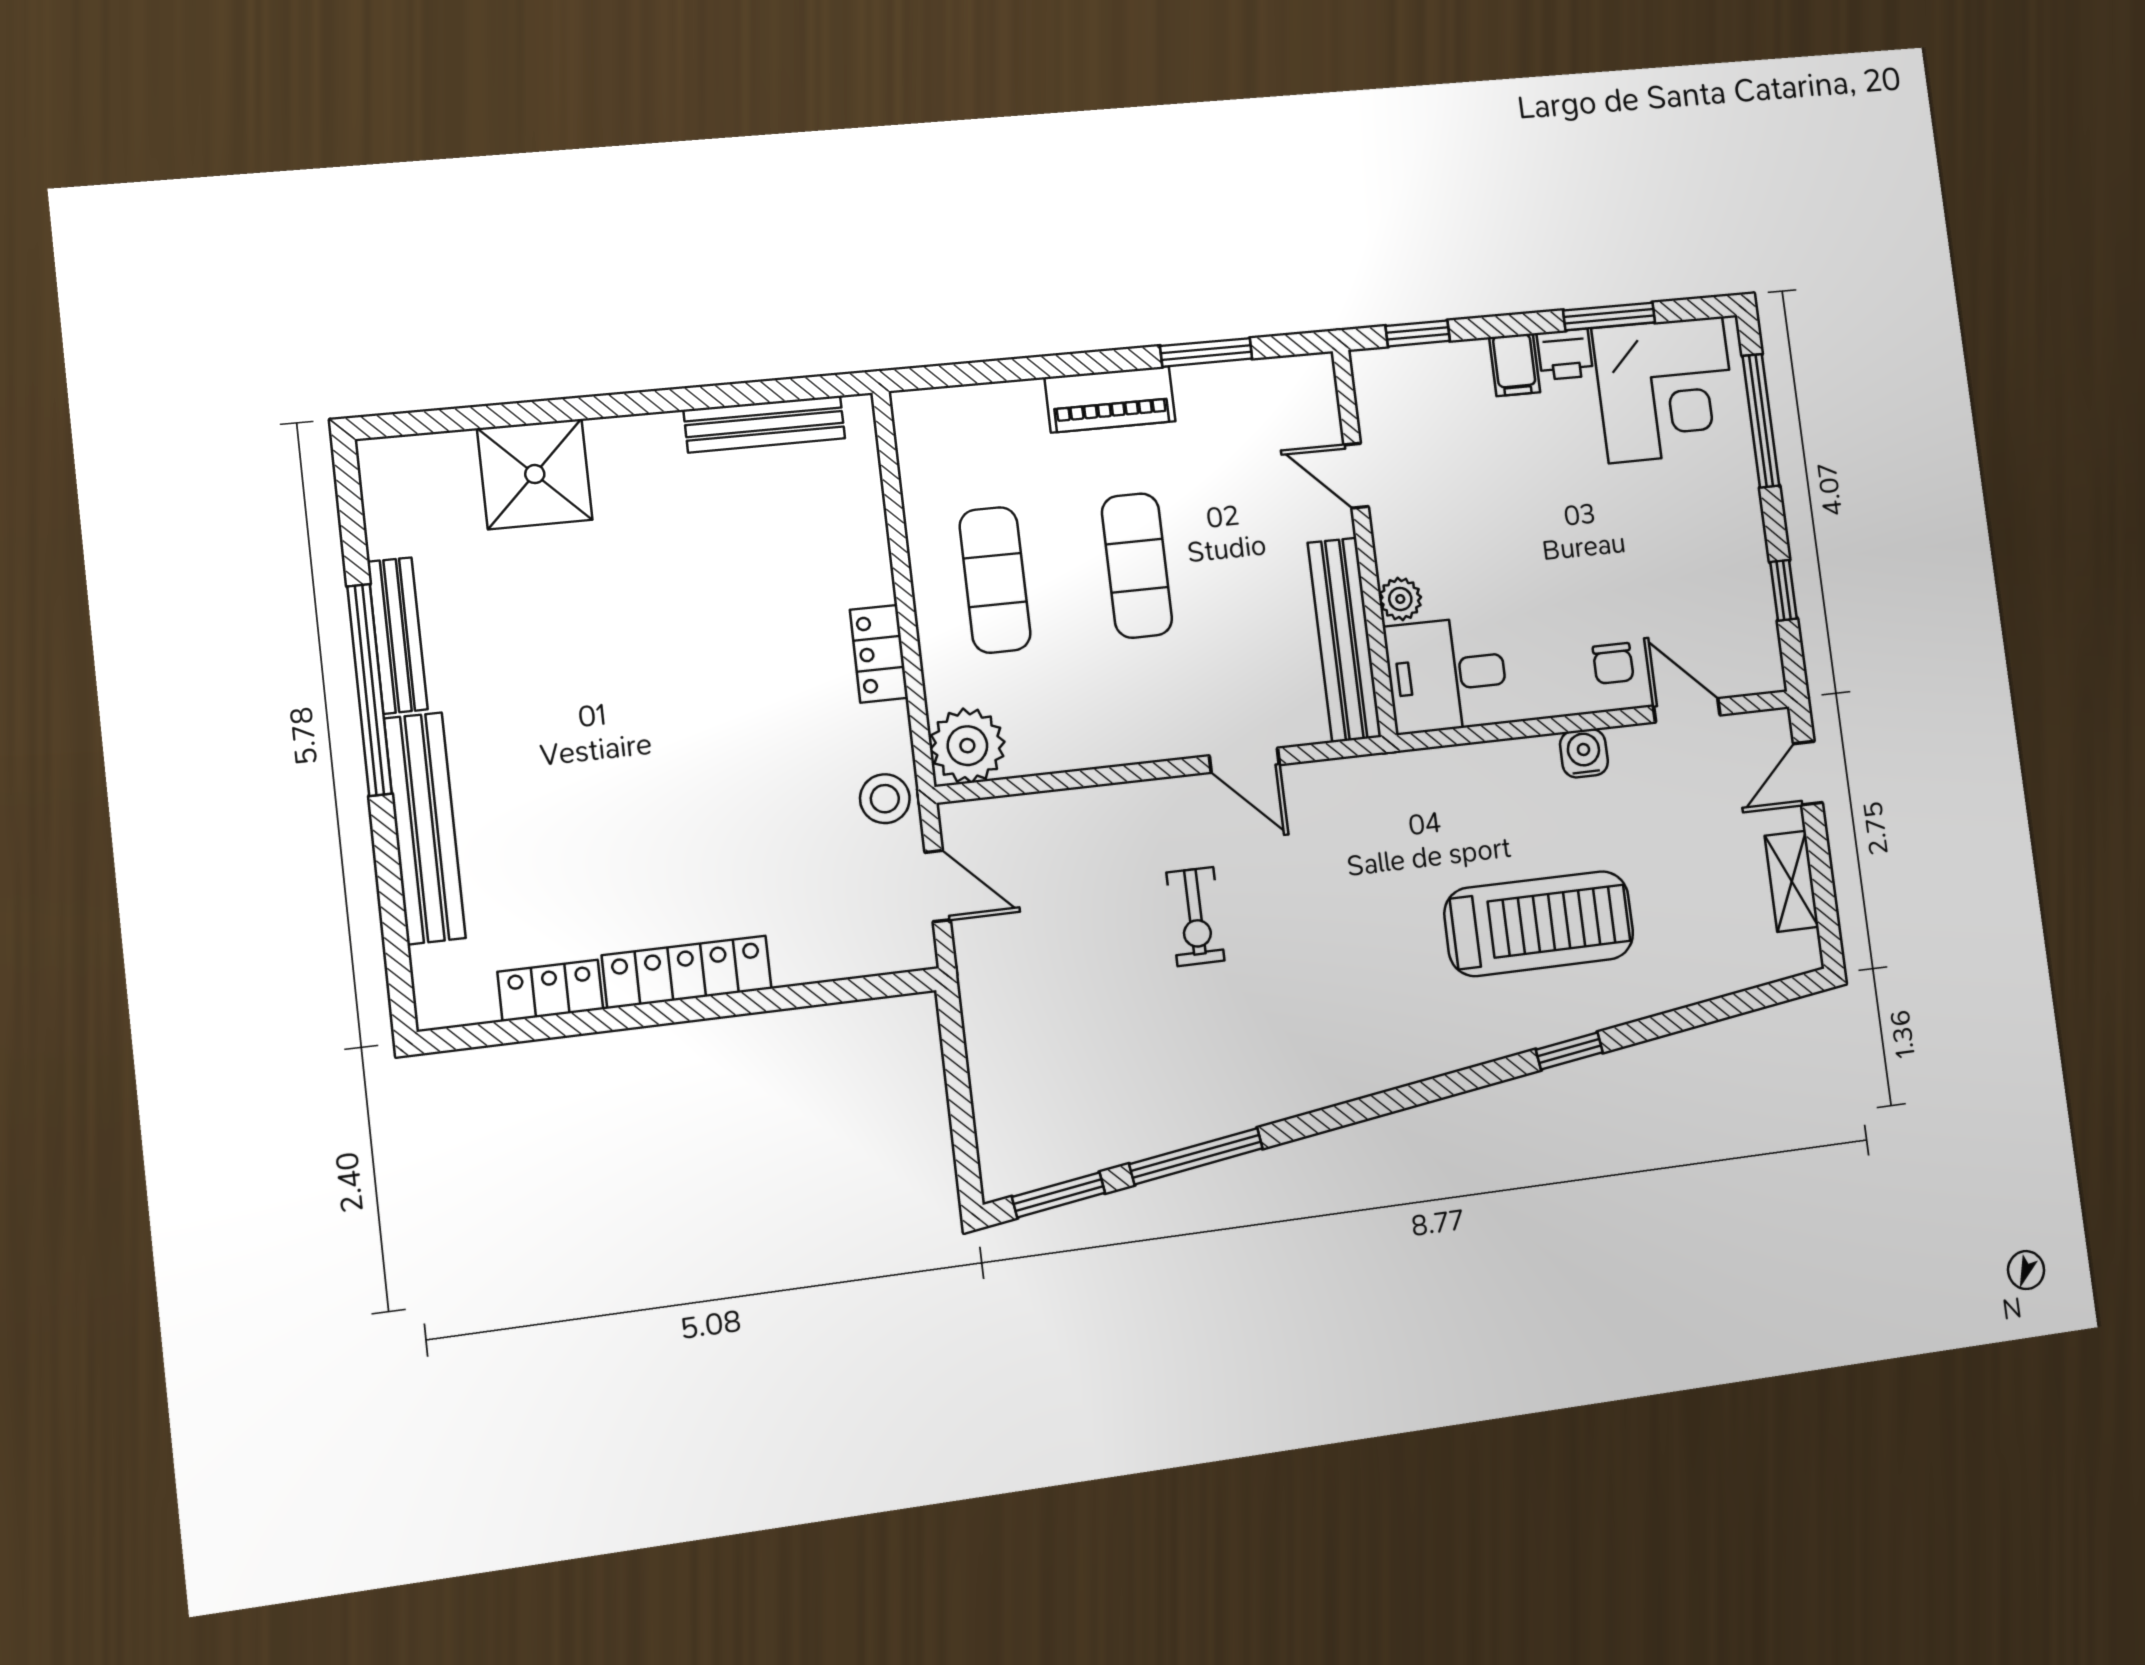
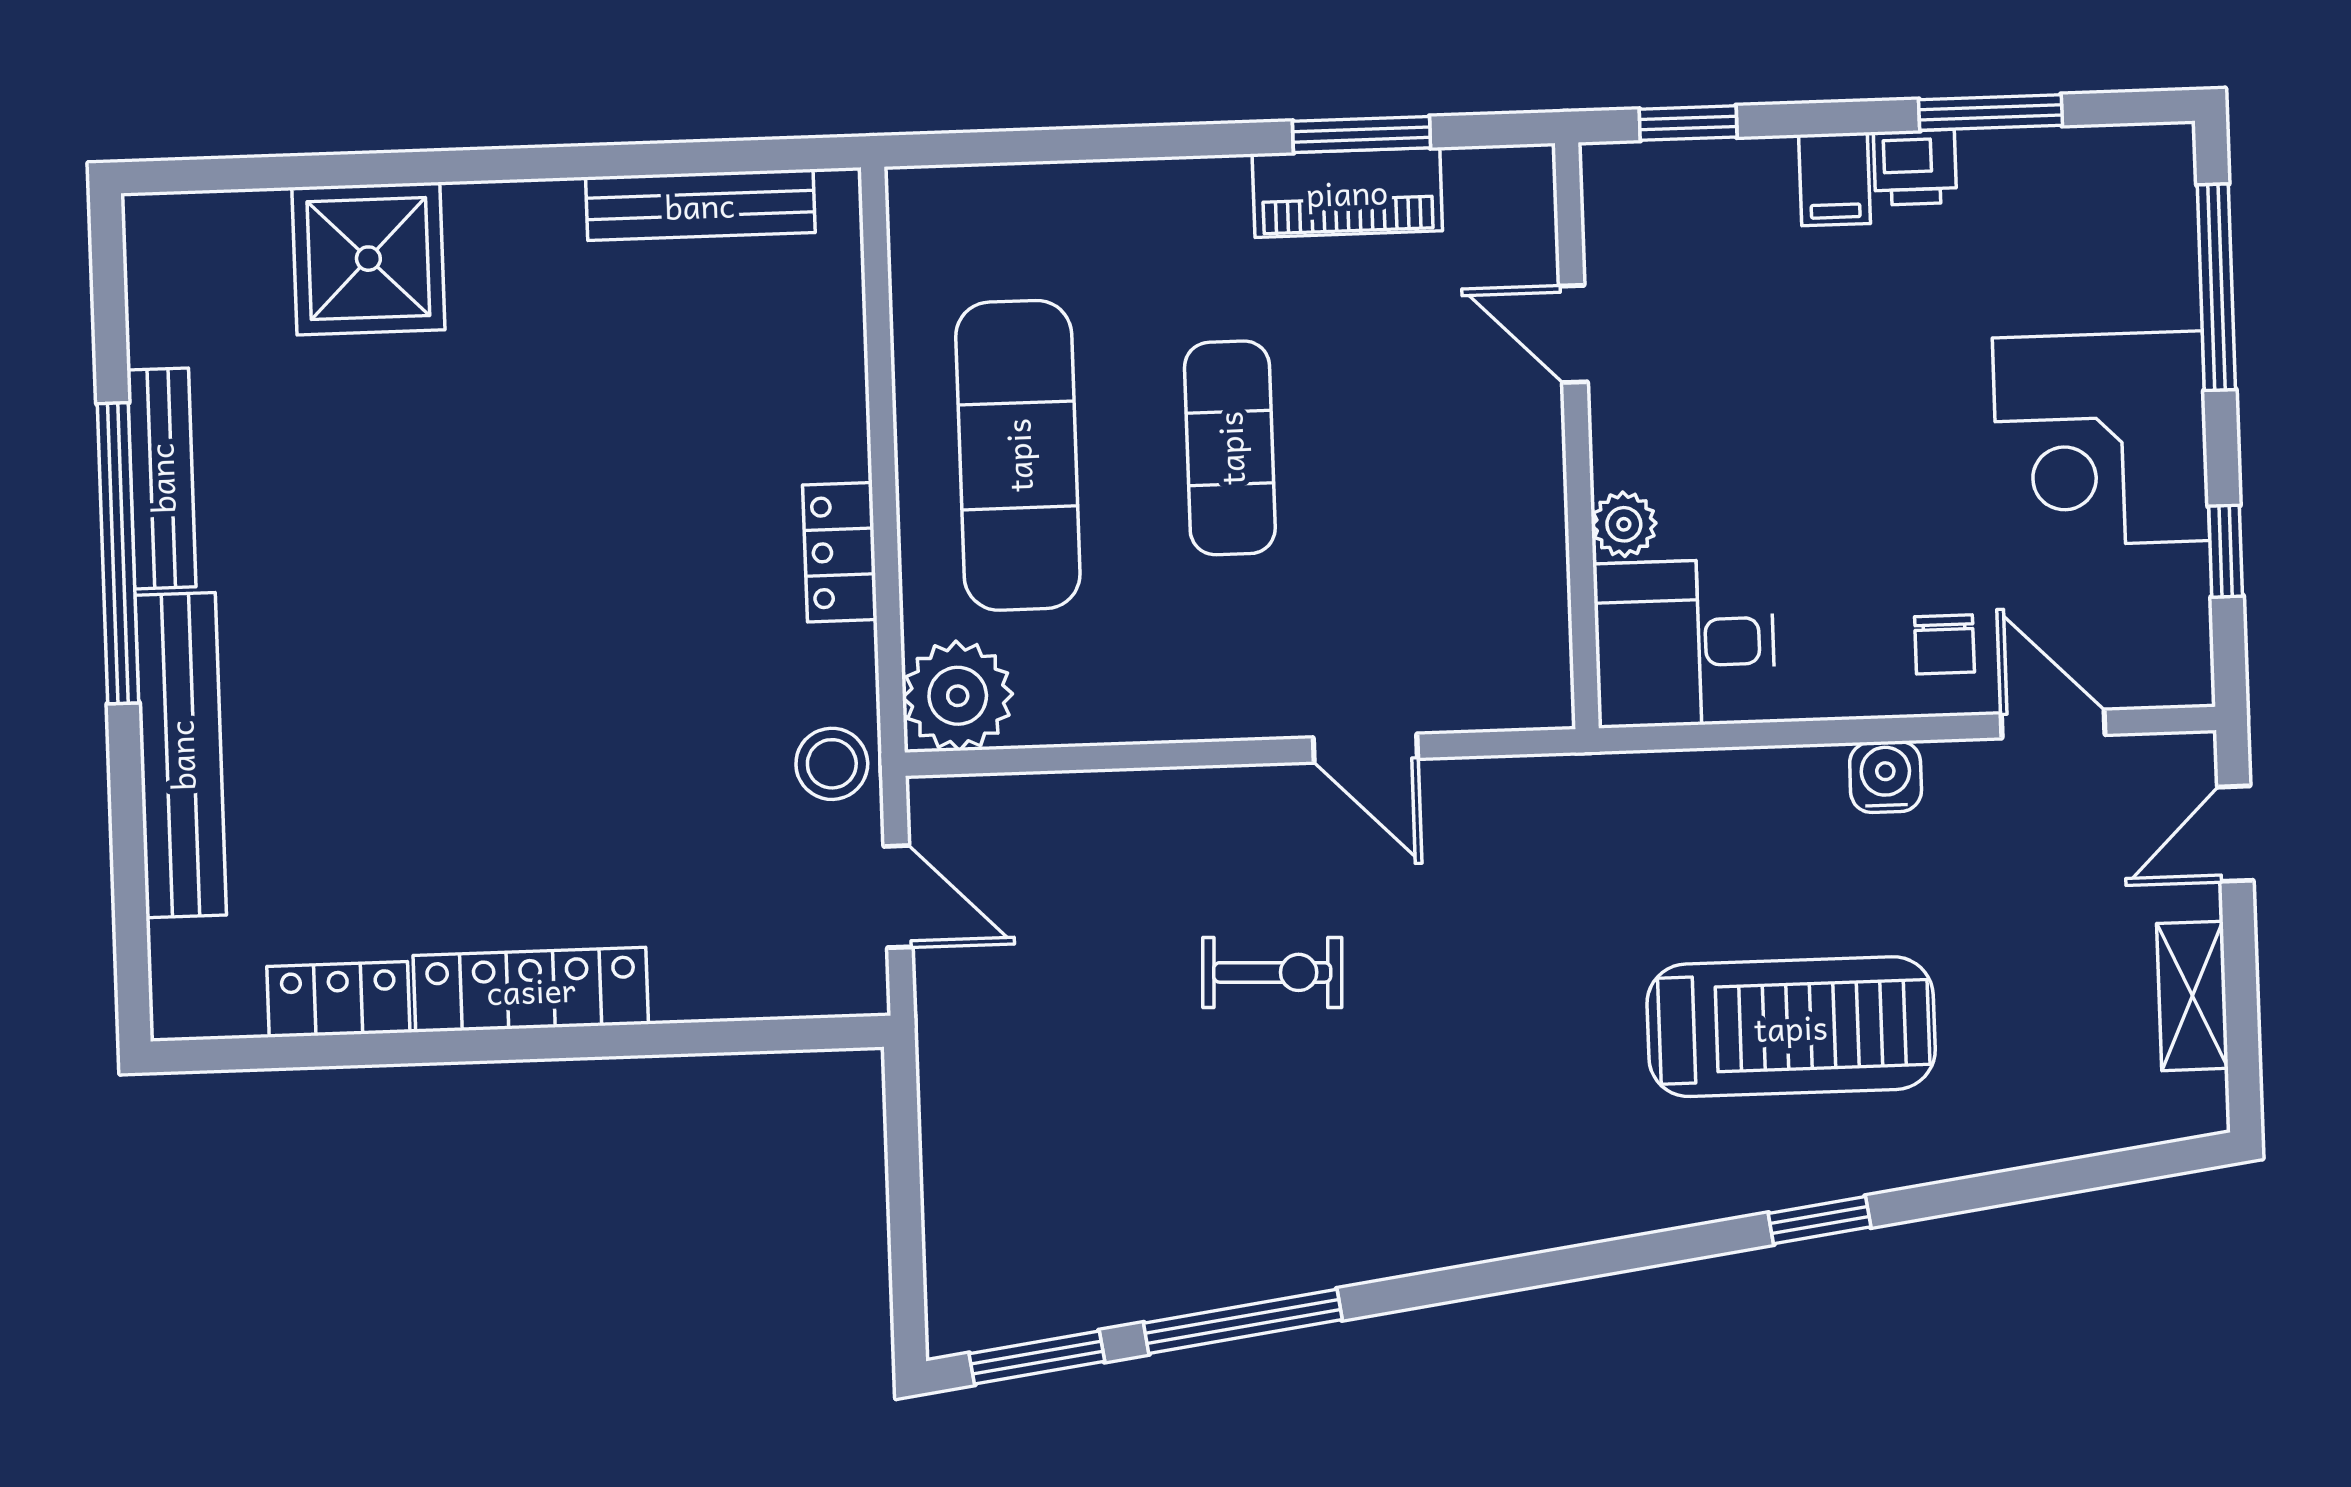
corner desk: (1666, 390) -> (2101, 439), moved, turned 90
piano: (1110, 399) -> (1347, 192), moved
exercise mat: (995, 580) -> (1018, 455), width x1.36, depth x1.45
bench: (1344, 640) -> (1533, 580), removed
exercise bike: (1195, 917) -> (1272, 972), turned -88

